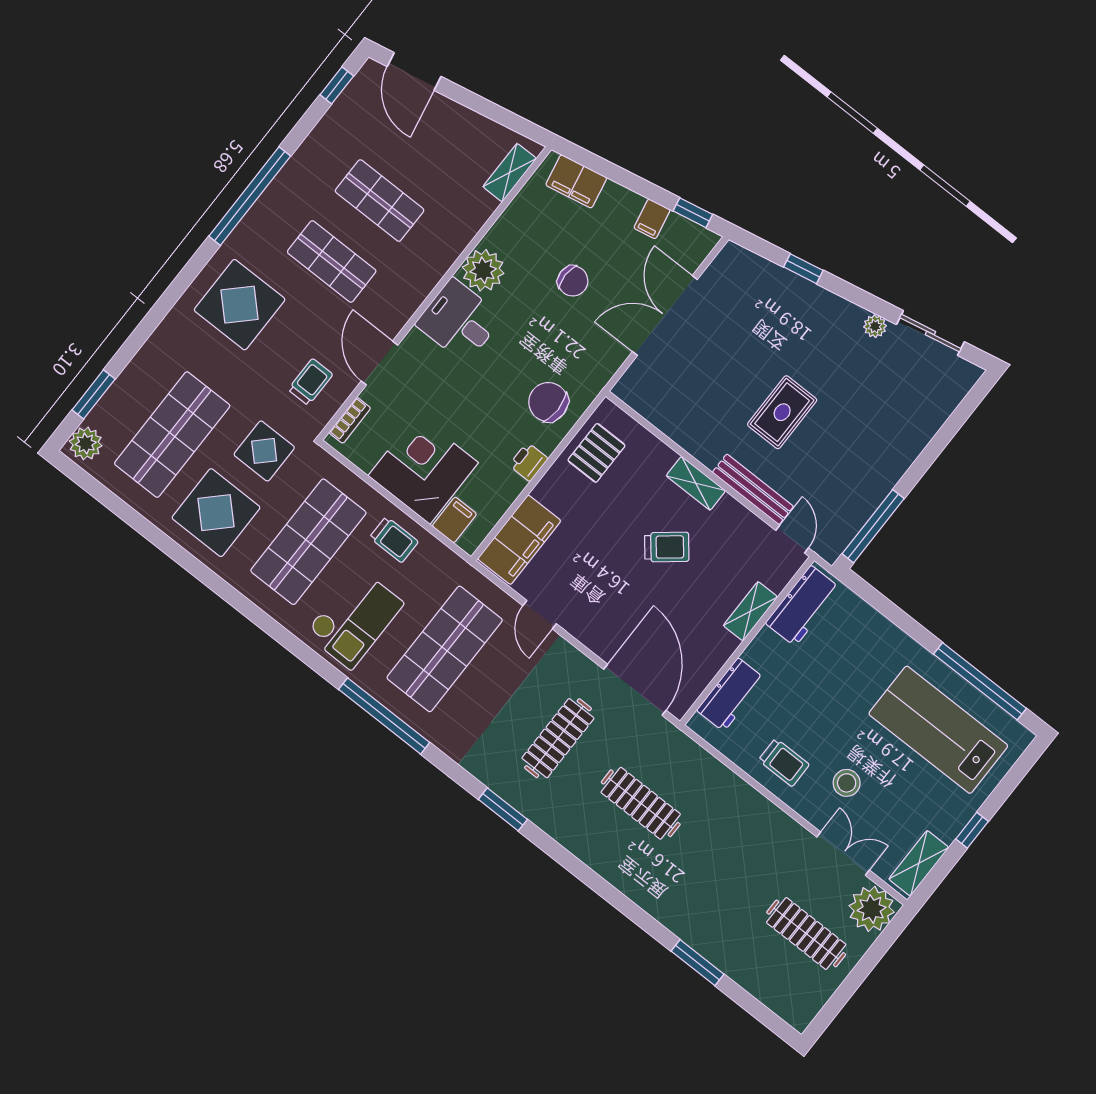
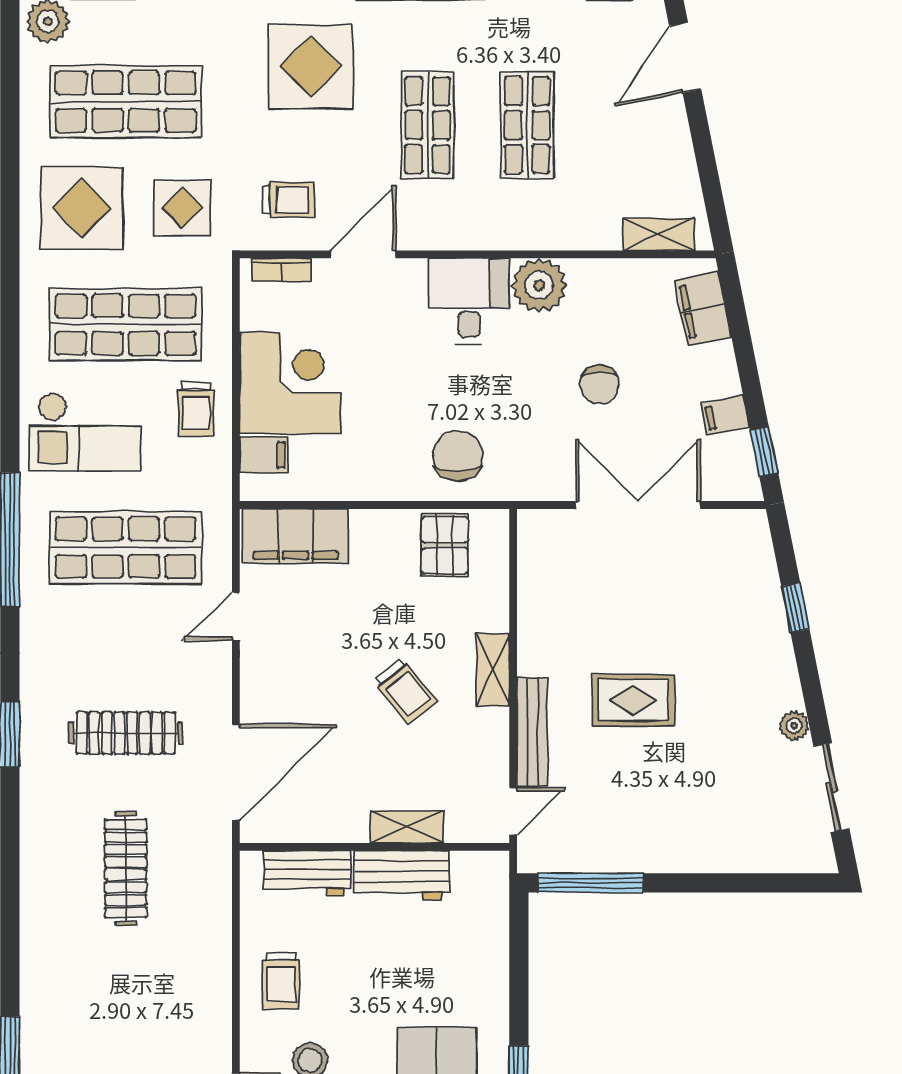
pallet: (596, 453) -> (445, 545), turned 90
printer: (529, 462) -> (382, 484), removed
workbench: (803, 606) -> (402, 875), moved

